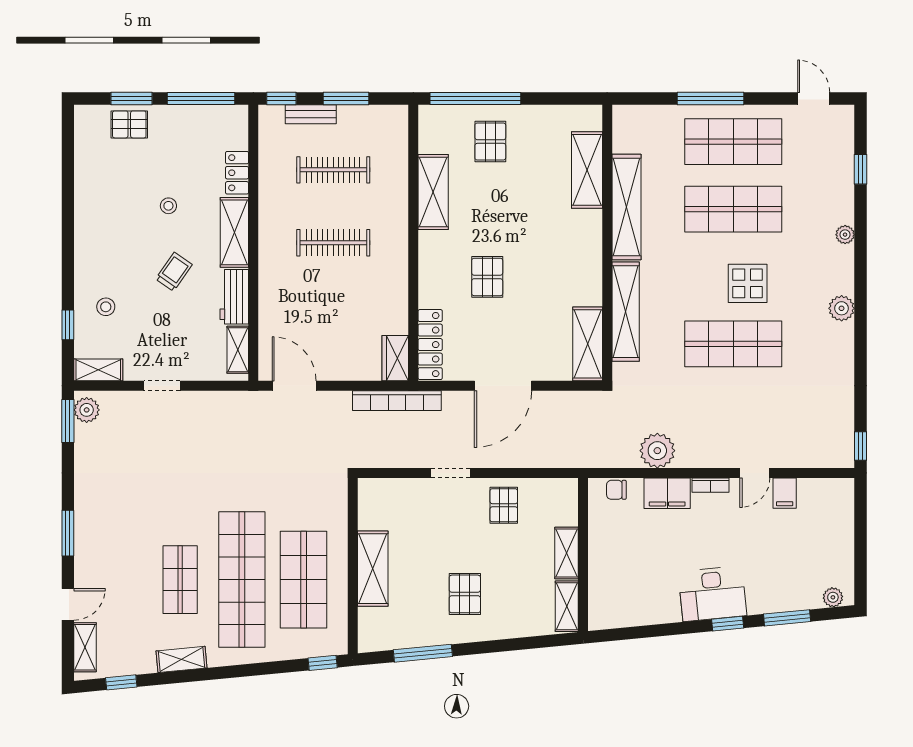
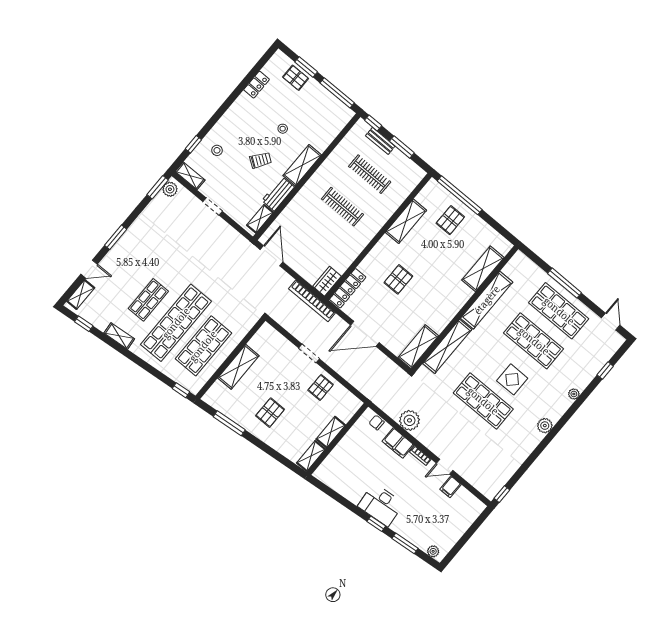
locker: (237, 173) -> (257, 85), moved, turned 180

